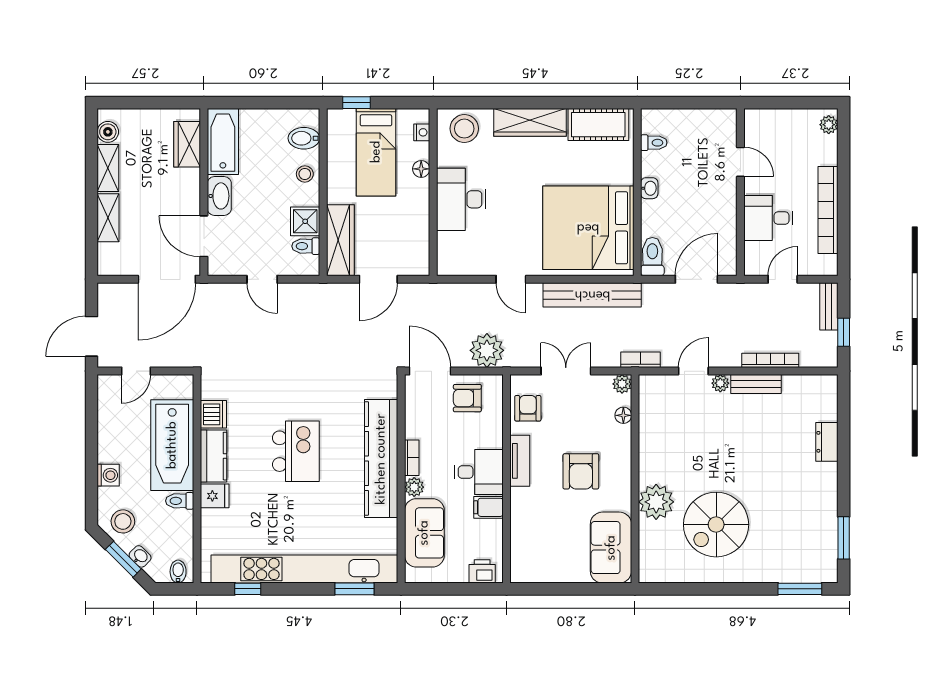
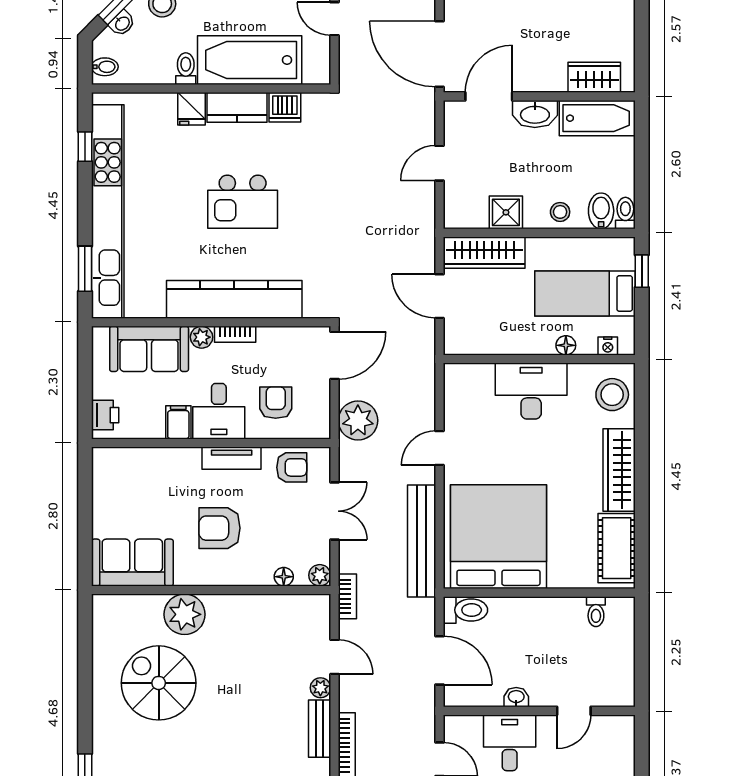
washbasin: (649, 188) -> (516, 697), moved, turned 180
toilet: (306, 246) -> (625, 213), moved
armchair: (467, 398) -> (276, 403), moved

